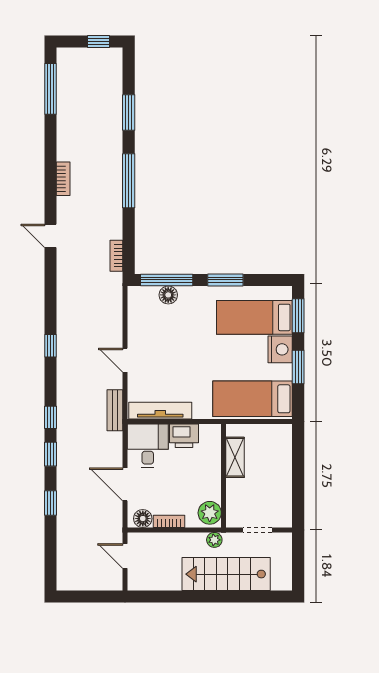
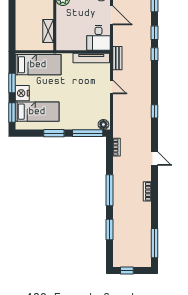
floor lamp: (168, 295) -> (103, 125), moved
window: (51, 346) -> (154, 111), moved
printer: (184, 436) -> (78, 43), removed

